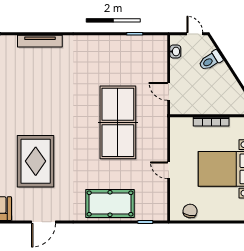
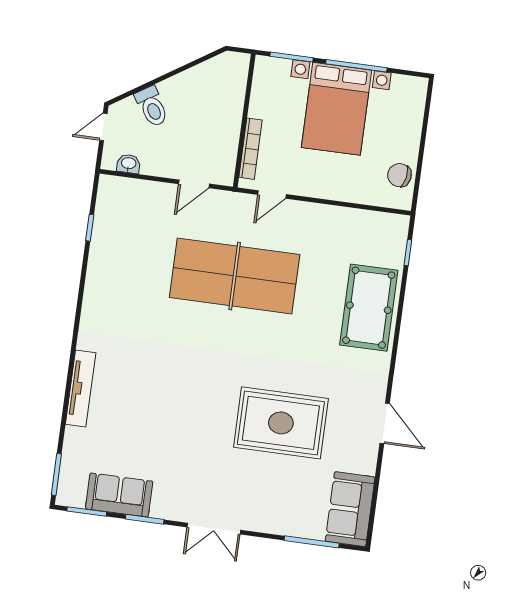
bookcase: (211, 122) -> (251, 149), moved
door: (169, 170) -> (272, 194), moved

